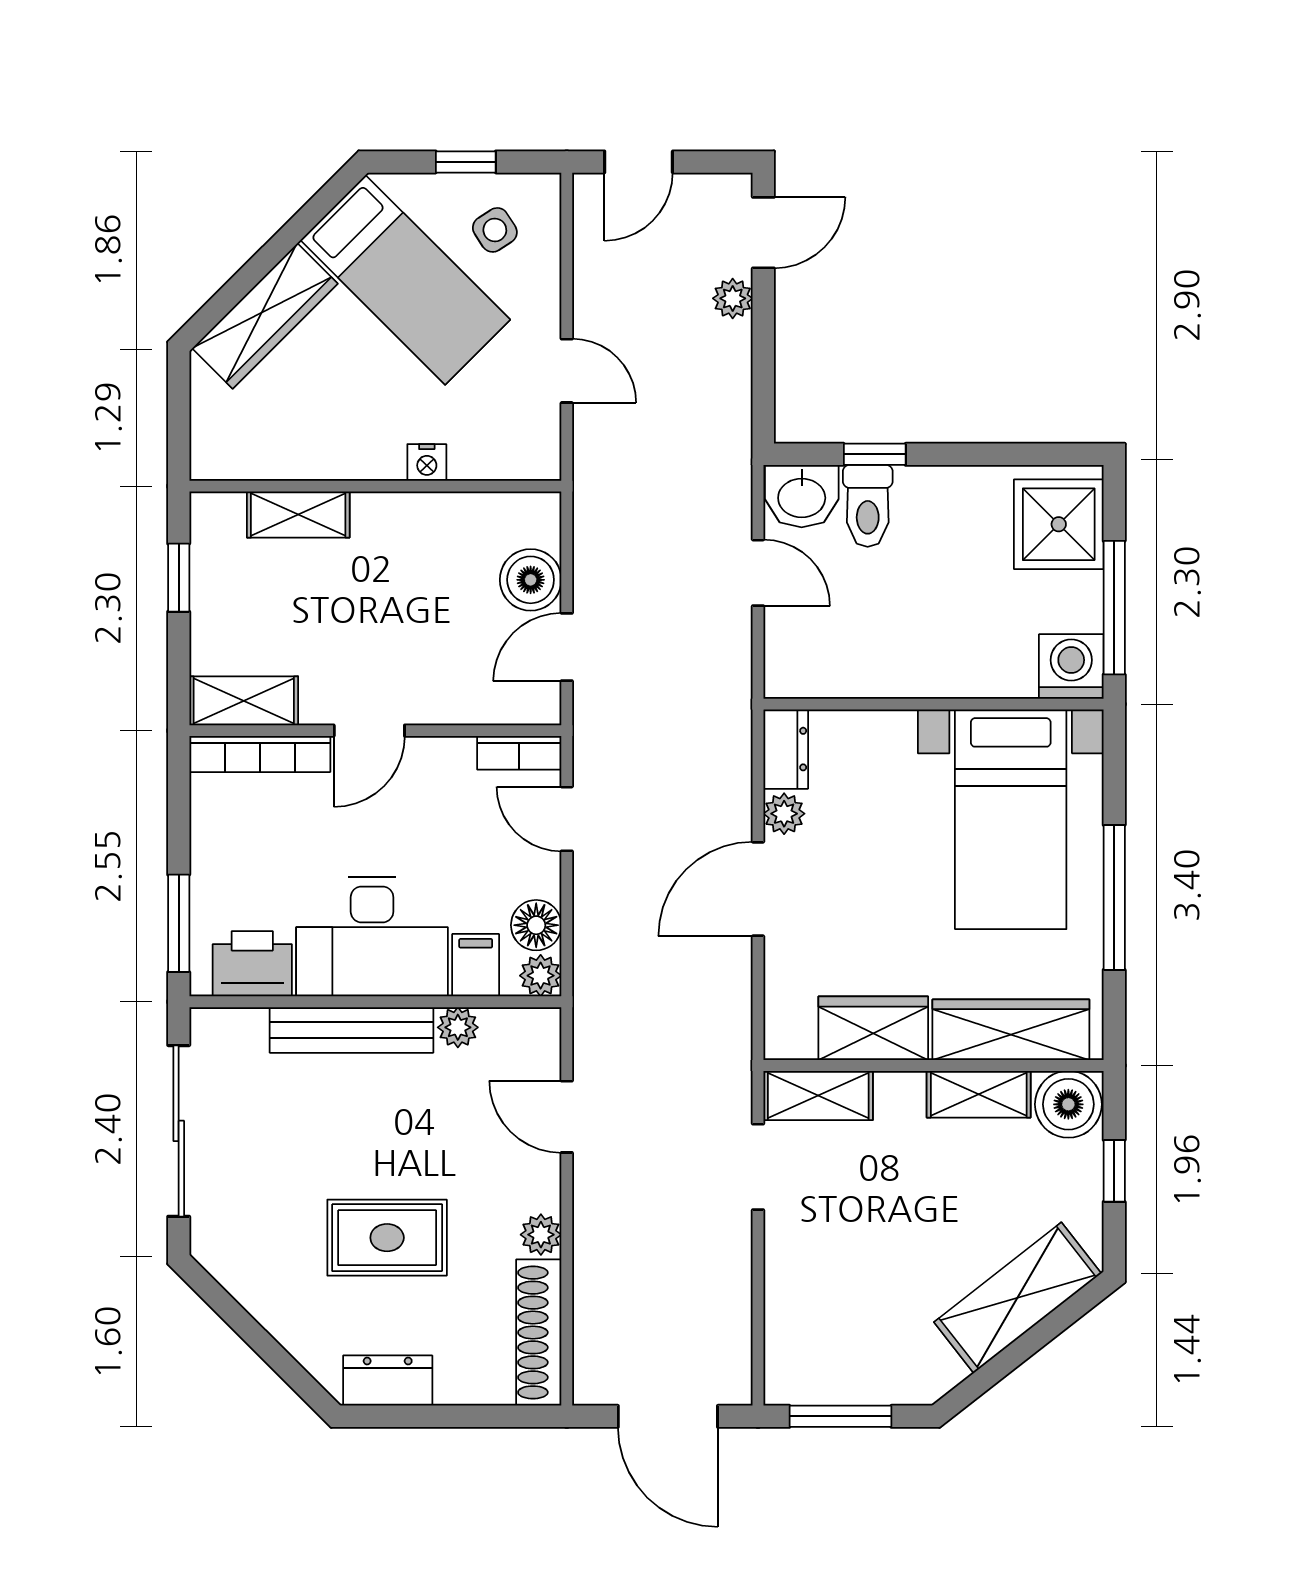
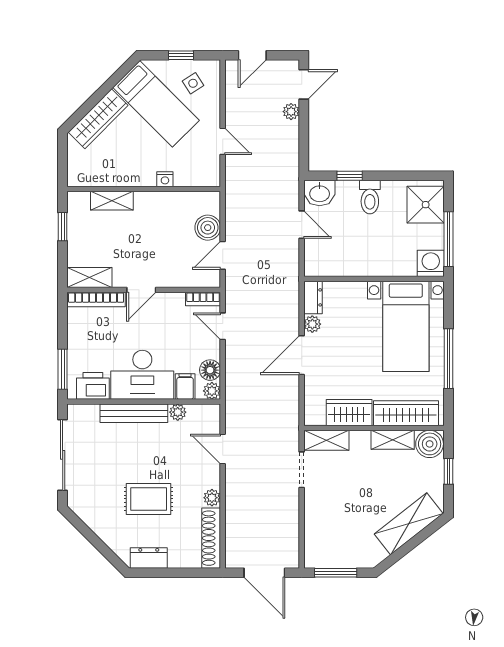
toilet: (868, 506) -> (370, 197), moved

